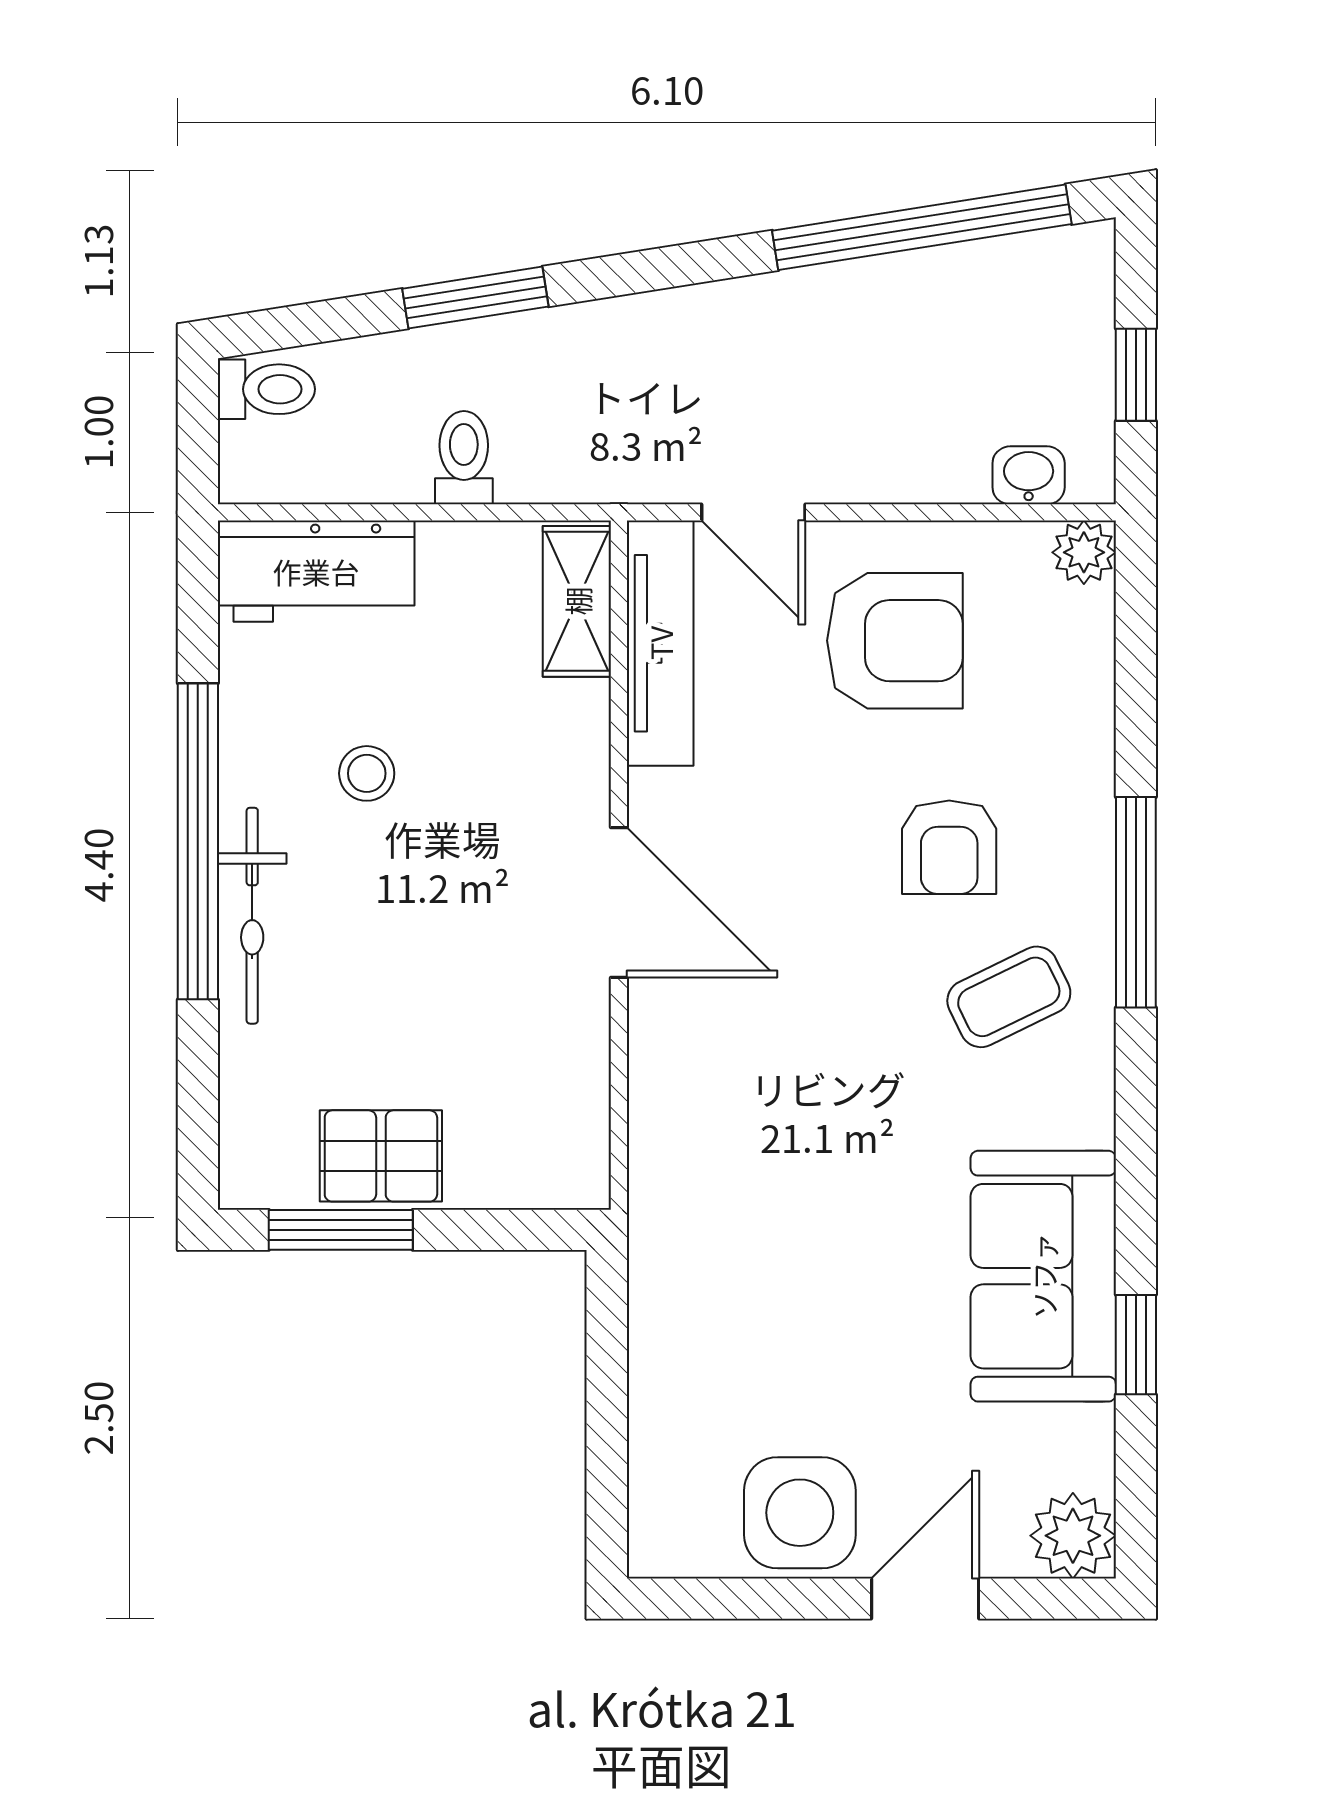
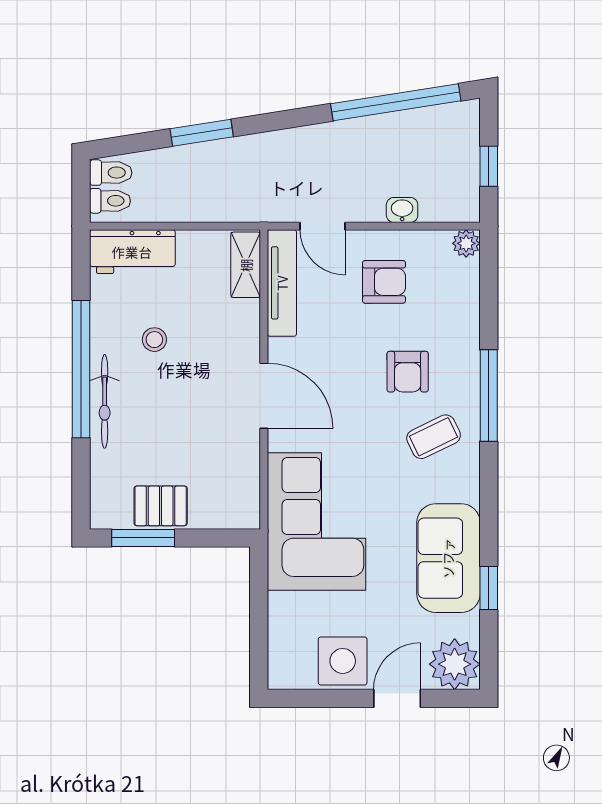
toilet: (464, 458) -> (110, 201), moved, turned 90
washbasin: (1029, 475) -> (402, 210), moved
armchair: (895, 641) -> (384, 282), width x0.72, depth x0.72
corner sofa: (740, 1192) -> (317, 522), added
plant: (1073, 1536) -> (455, 664), width x1.36, depth x1.36

